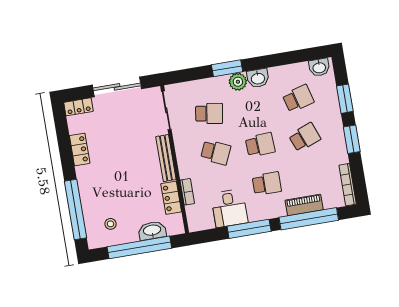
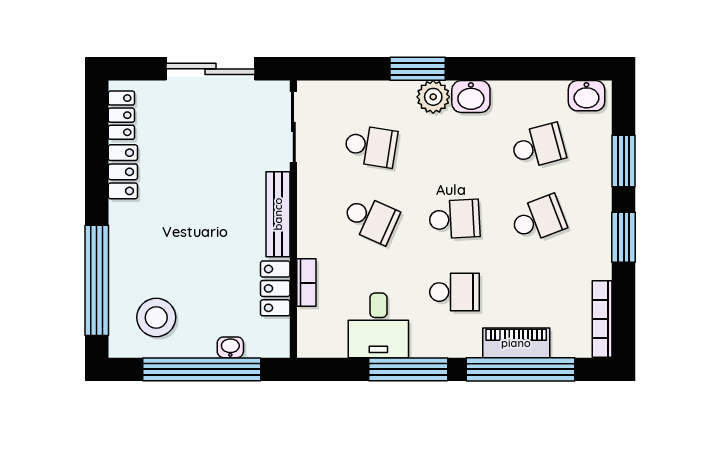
locker: (79, 107) -> (121, 115), moved, turned -90
stool: (110, 224) -> (156, 317), width x1.89, depth x1.89
washbasin: (152, 231) -> (230, 347), width x0.52, depth x0.69

